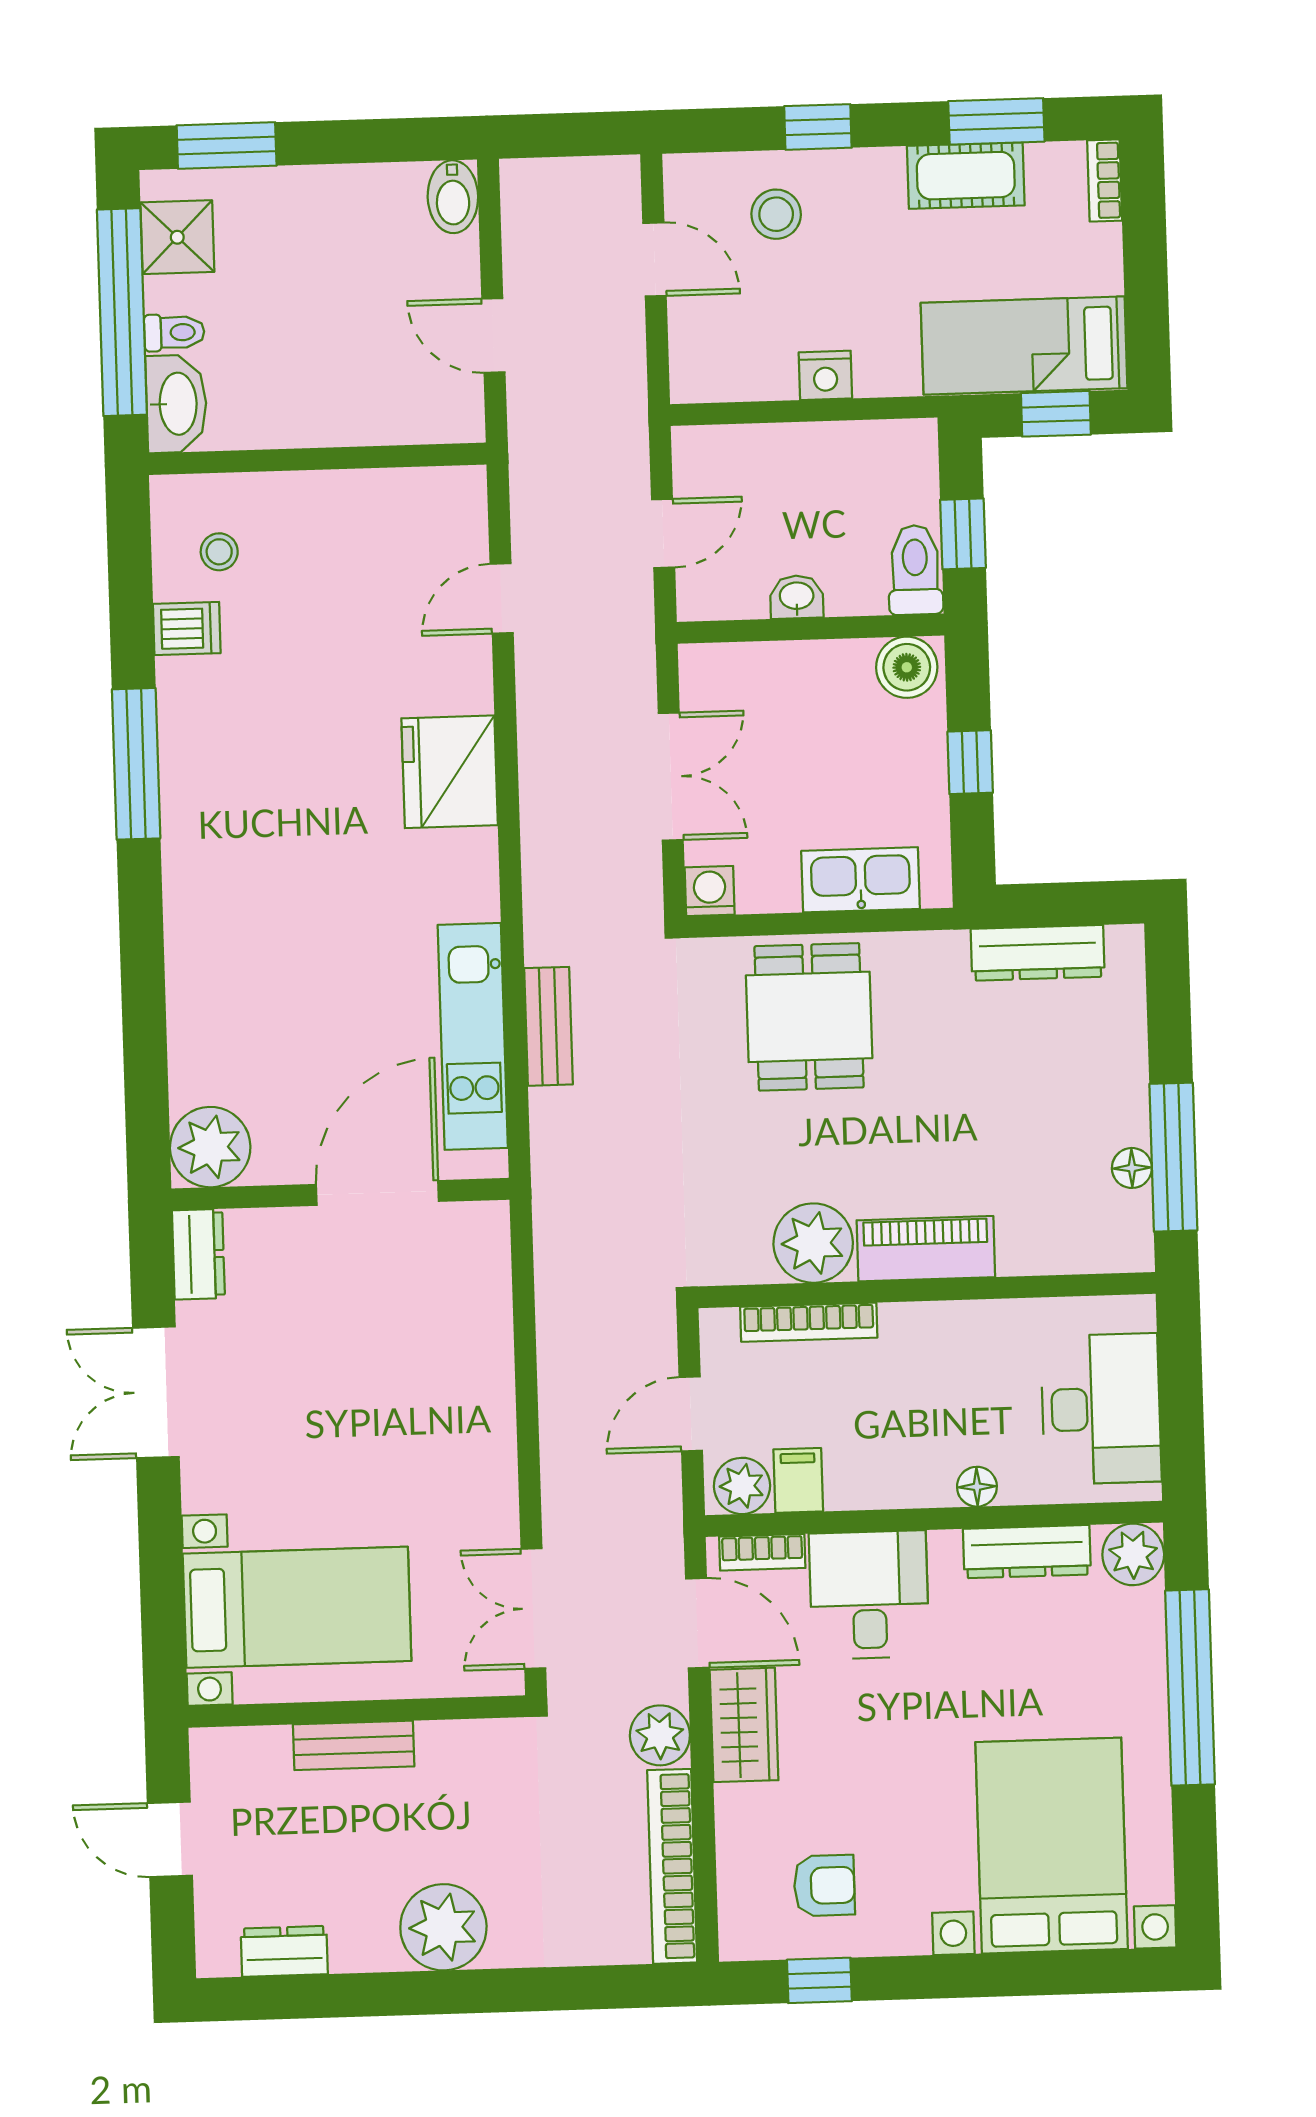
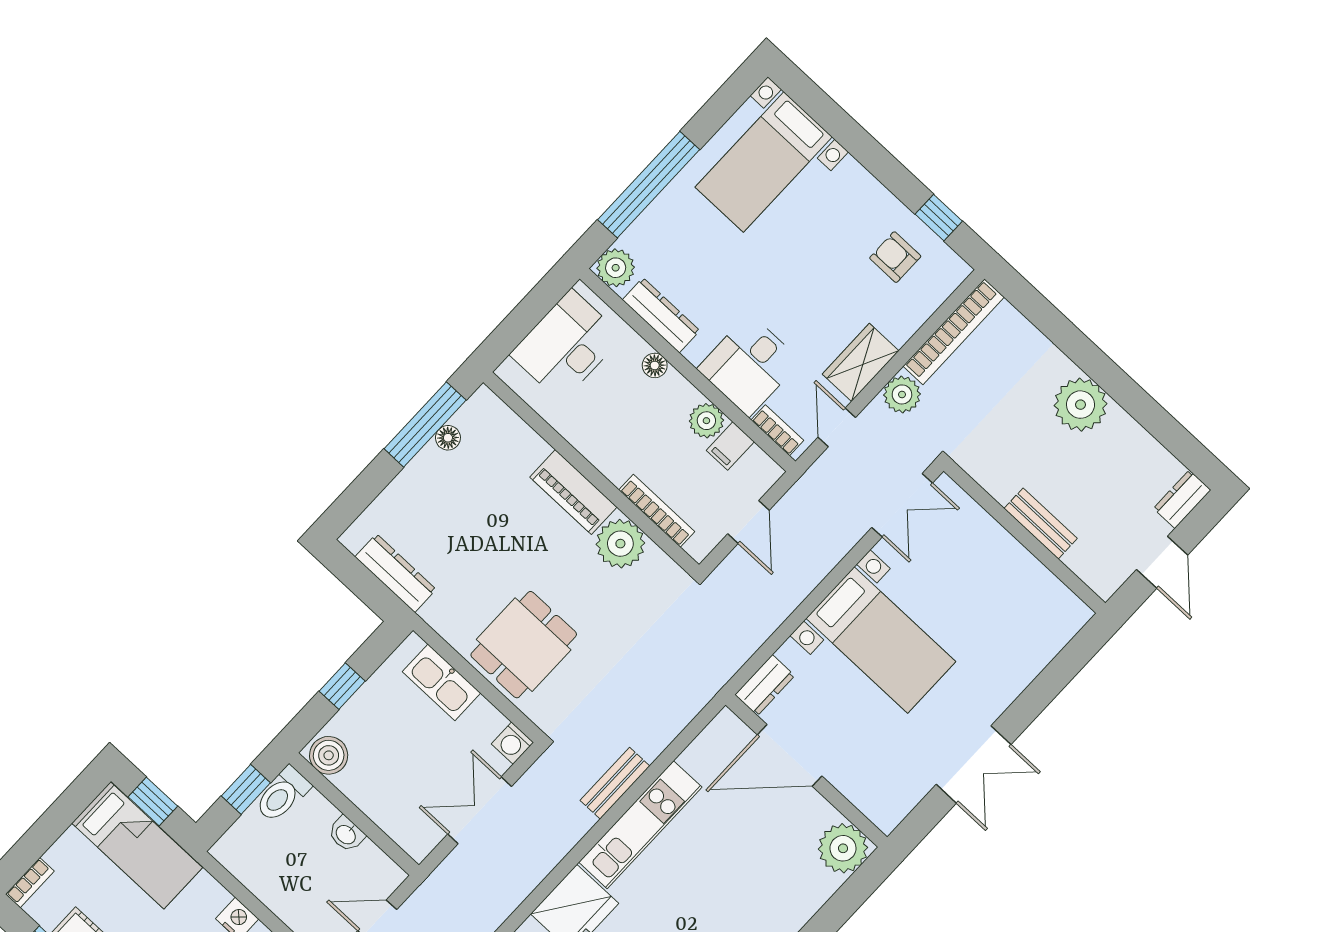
bench: (548, 1026) -> (615, 783), moved
kitchen unit: (473, 1036) -> (640, 825), moved
dresser: (198, 1254) -> (765, 685), moved, turned 180
door: (691, 1414) -> (748, 522), hinge flipped
plant: (742, 1486) -> (706, 421), moved
bed with nightstands: (297, 1607) -> (881, 640), moved, turned 180
door: (697, 1623) -> (837, 427), width x0.73
bed with nightstands: (1052, 1846) -> (764, 162), width x0.73
dresser: (284, 1951) -> (1182, 499), moved, turned 90

